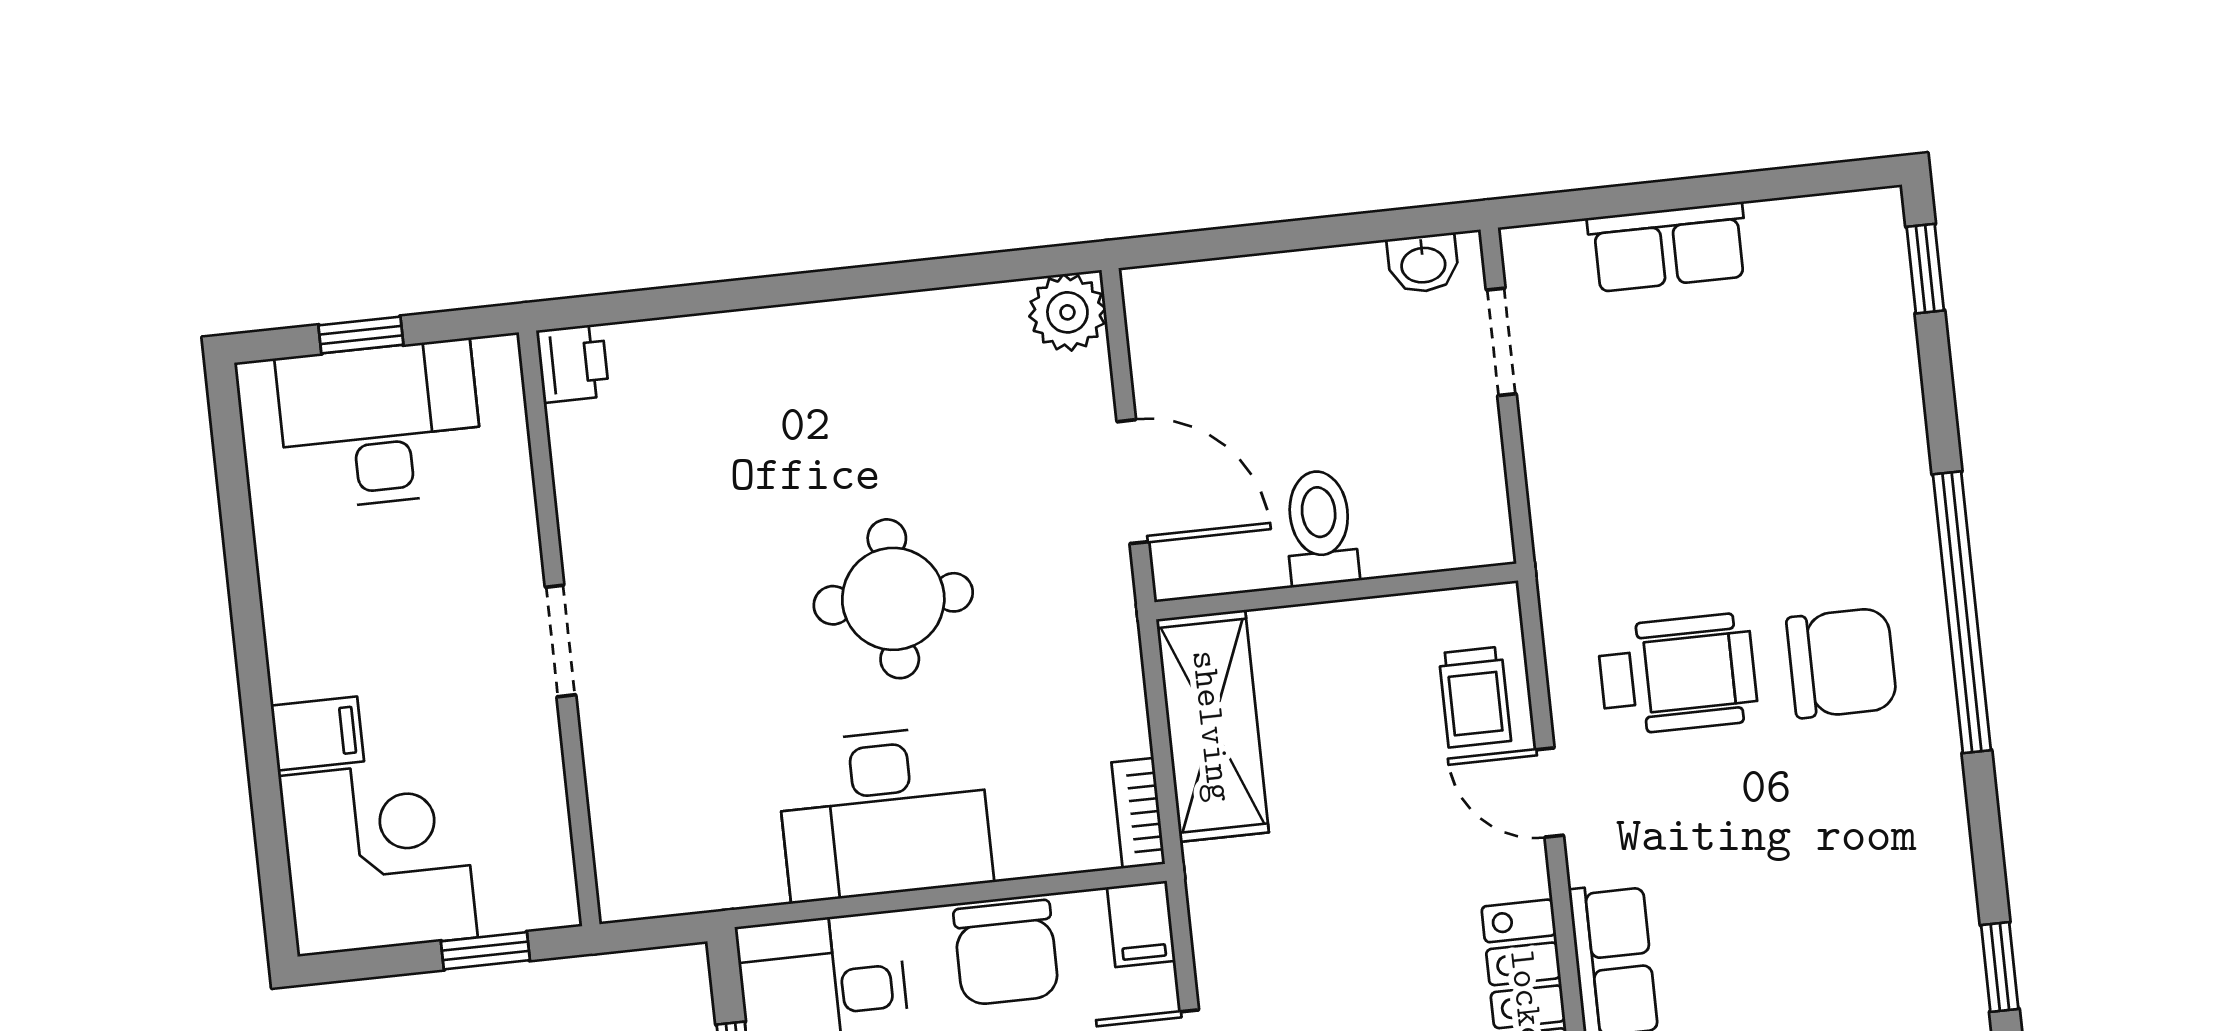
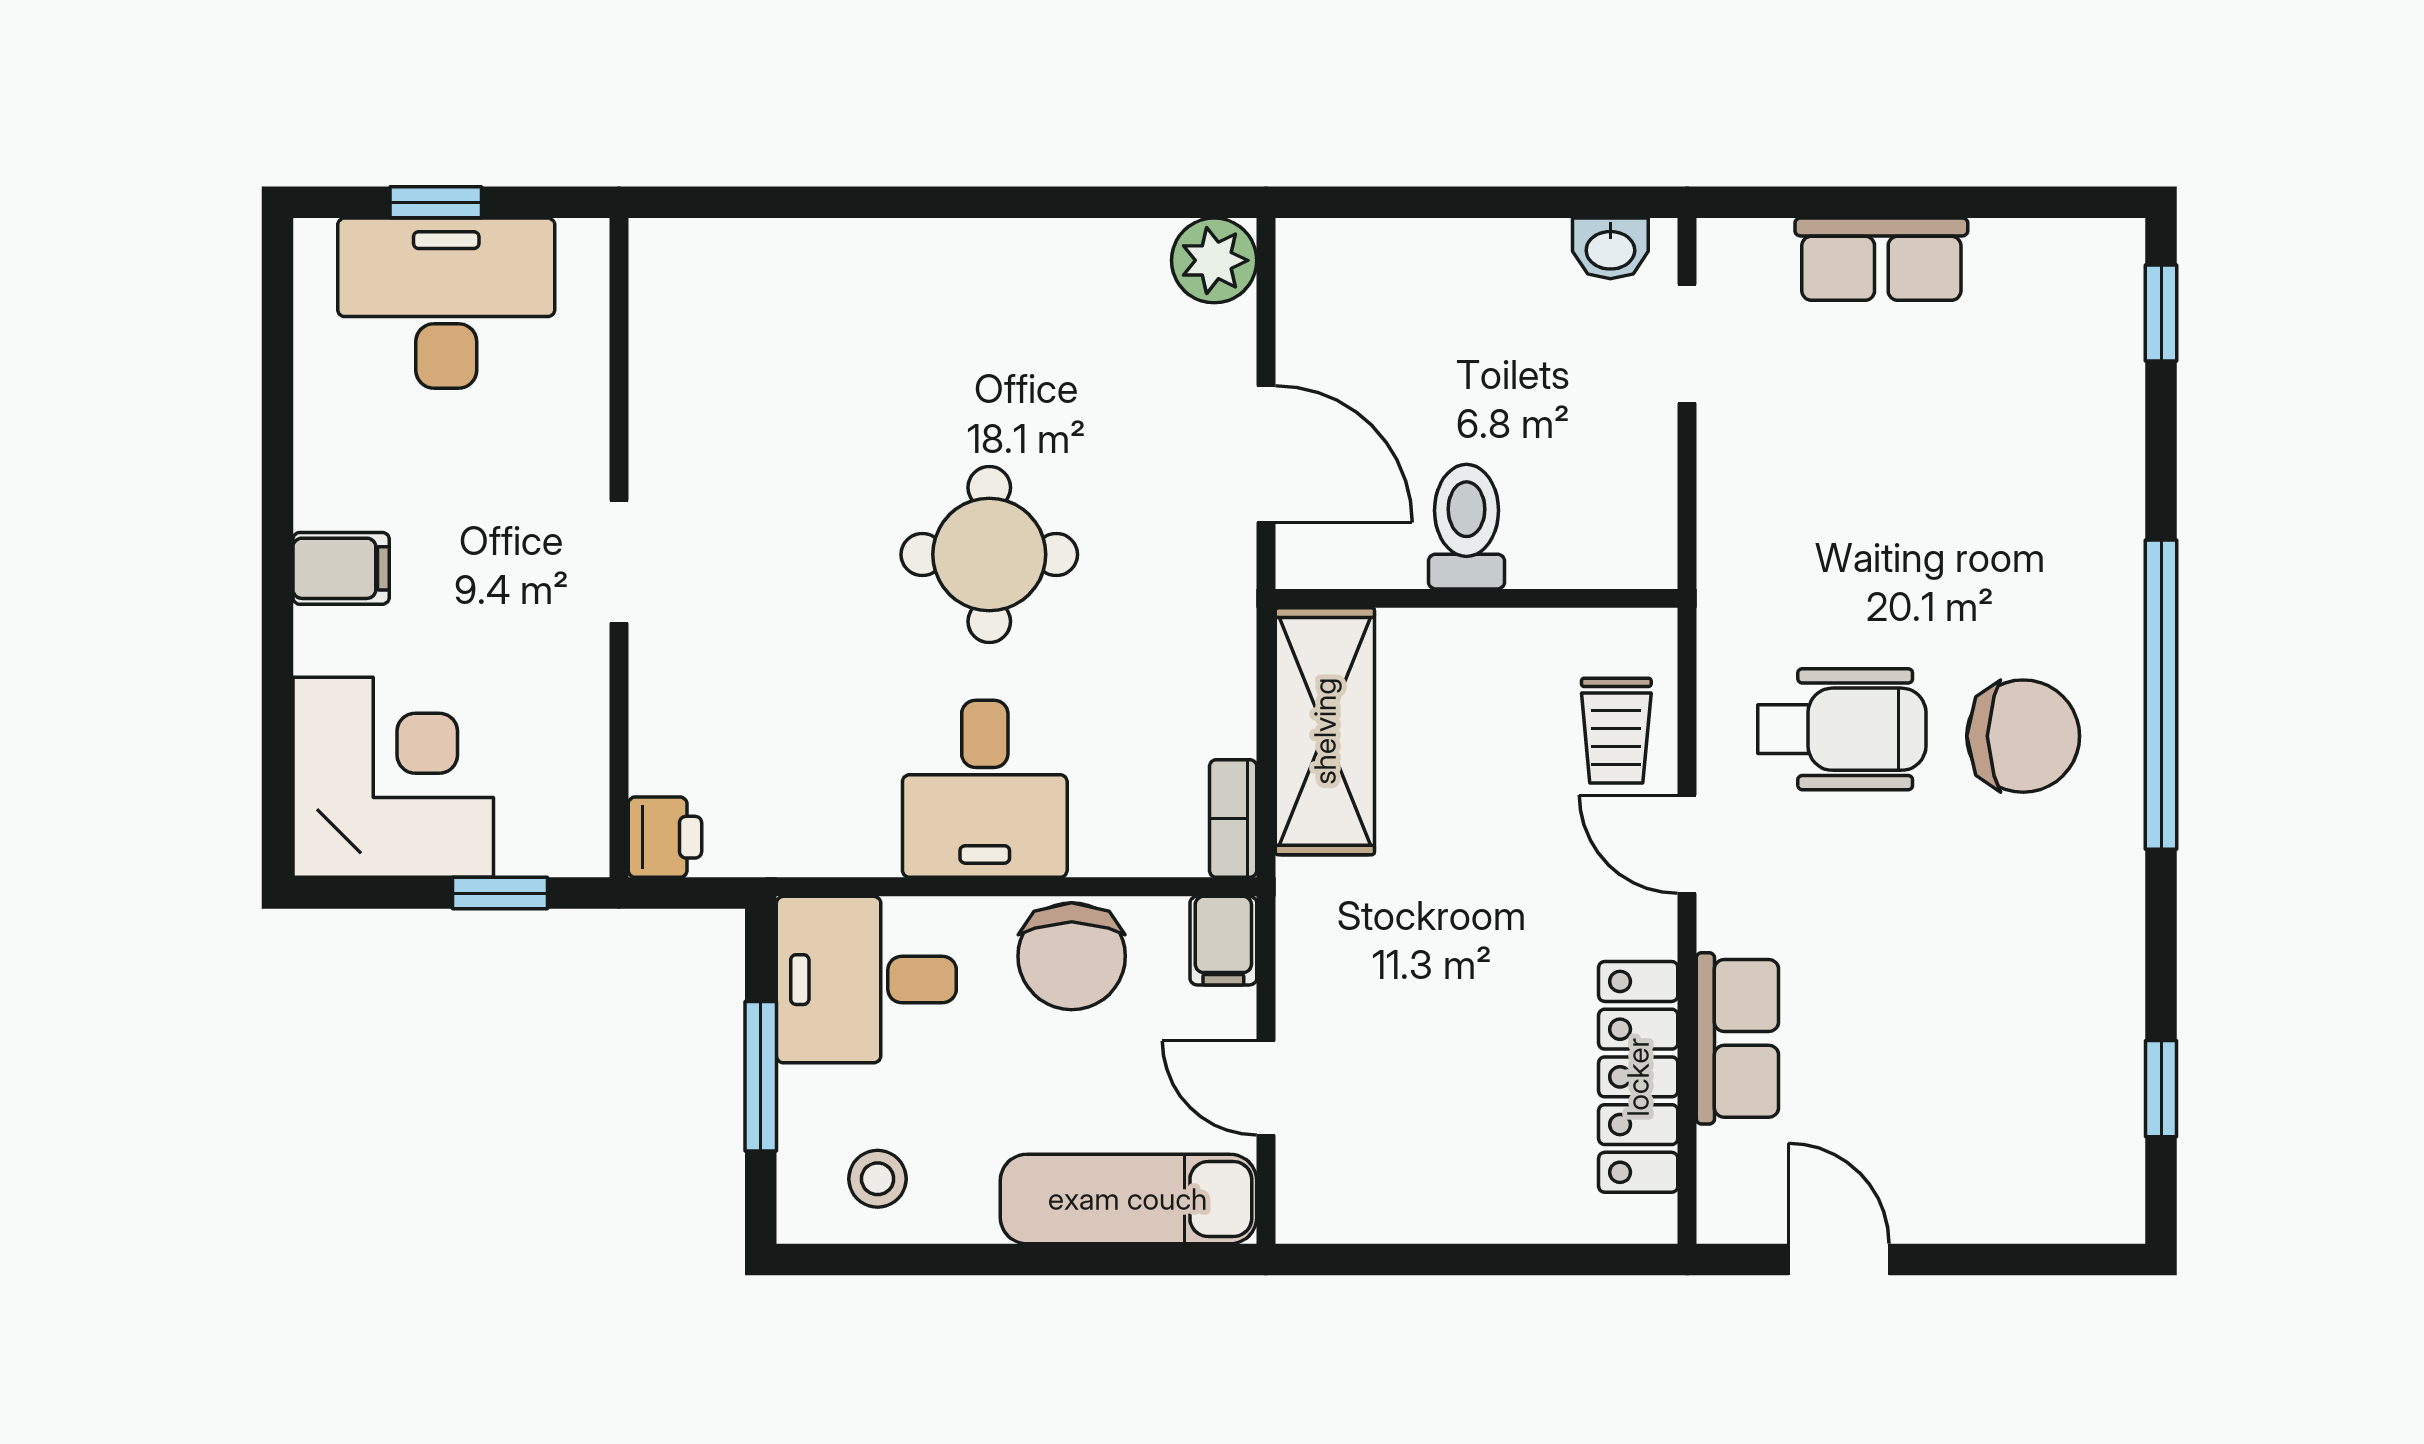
printer: (573, 363) -> (665, 837), moved
filing cabinet: (317, 733) -> (341, 568), moved
desk: (884, 813) -> (985, 789), width x0.73

